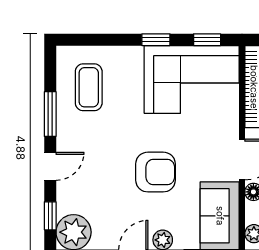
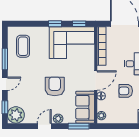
armchair: (155, 172) -> (55, 86), turned -90

